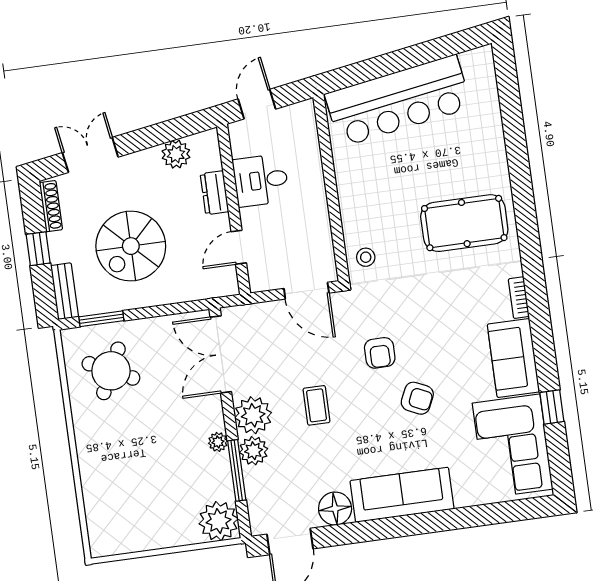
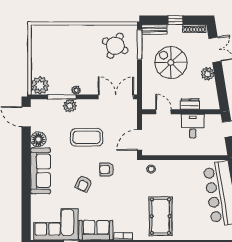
plant: (176, 154) -> (208, 74), moved
window: (101, 319) -> (140, 45), width x1.44
coffee table: (316, 405) -> (87, 137), width x1.86, depth x1.72
plant: (253, 415) -> (86, 108), removed

